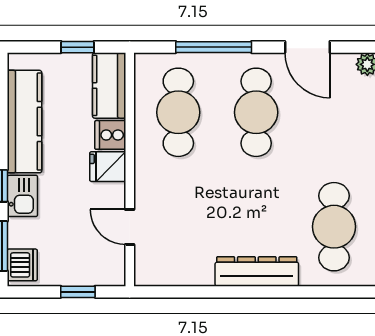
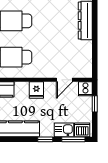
cooker: (110, 135) -> (85, 89), moved
kitchen sink: (22, 196) -> (64, 130), moved

